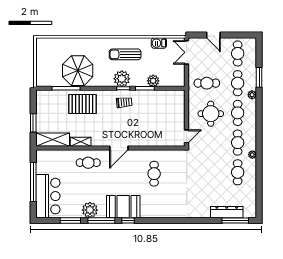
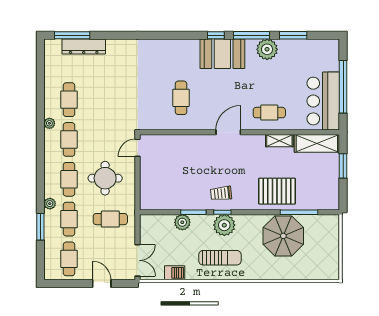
bar counter: (48, 196) -> (323, 101), moved

